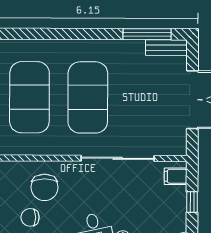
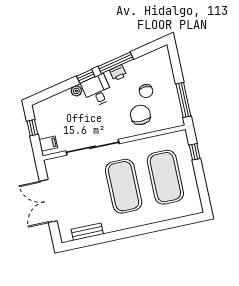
window: (147, 34) -> (91, 241), removed
bench: (166, 48) -> (87, 232), moved
chair: (30, 217) -> (146, 91), turned 90

